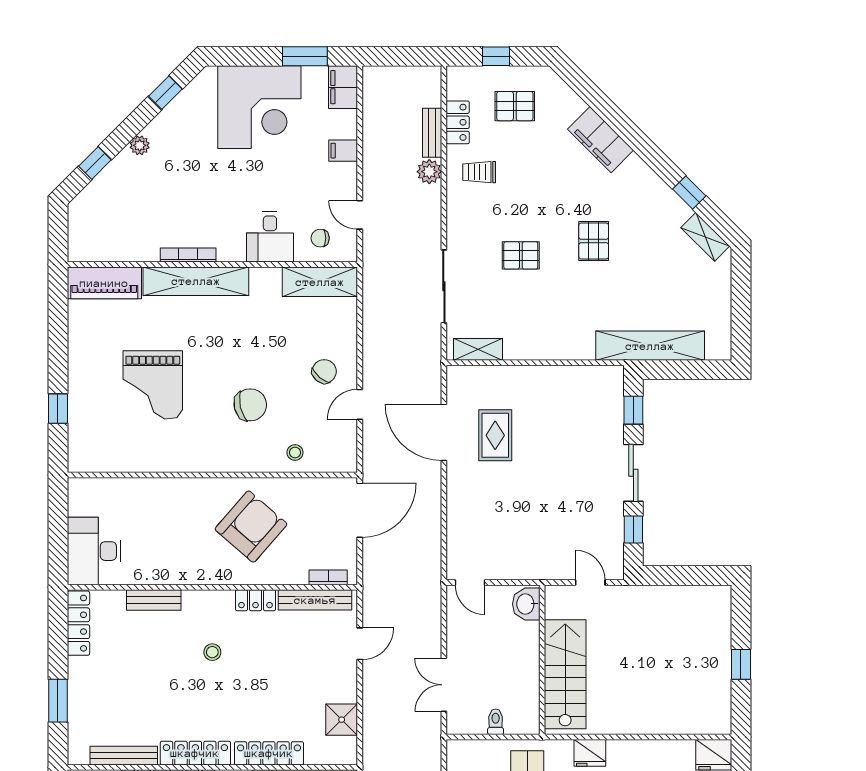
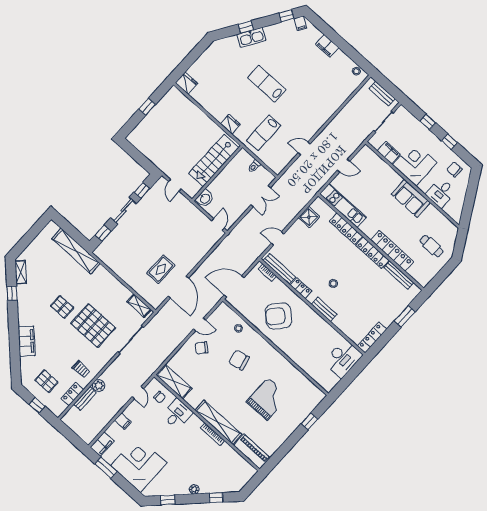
pallet: (594, 241) -> (62, 307), turned 90
pallet: (521, 255) -> (93, 326), width x2.05, depth x2.00
bench: (154, 600) -> (324, 309), moved

